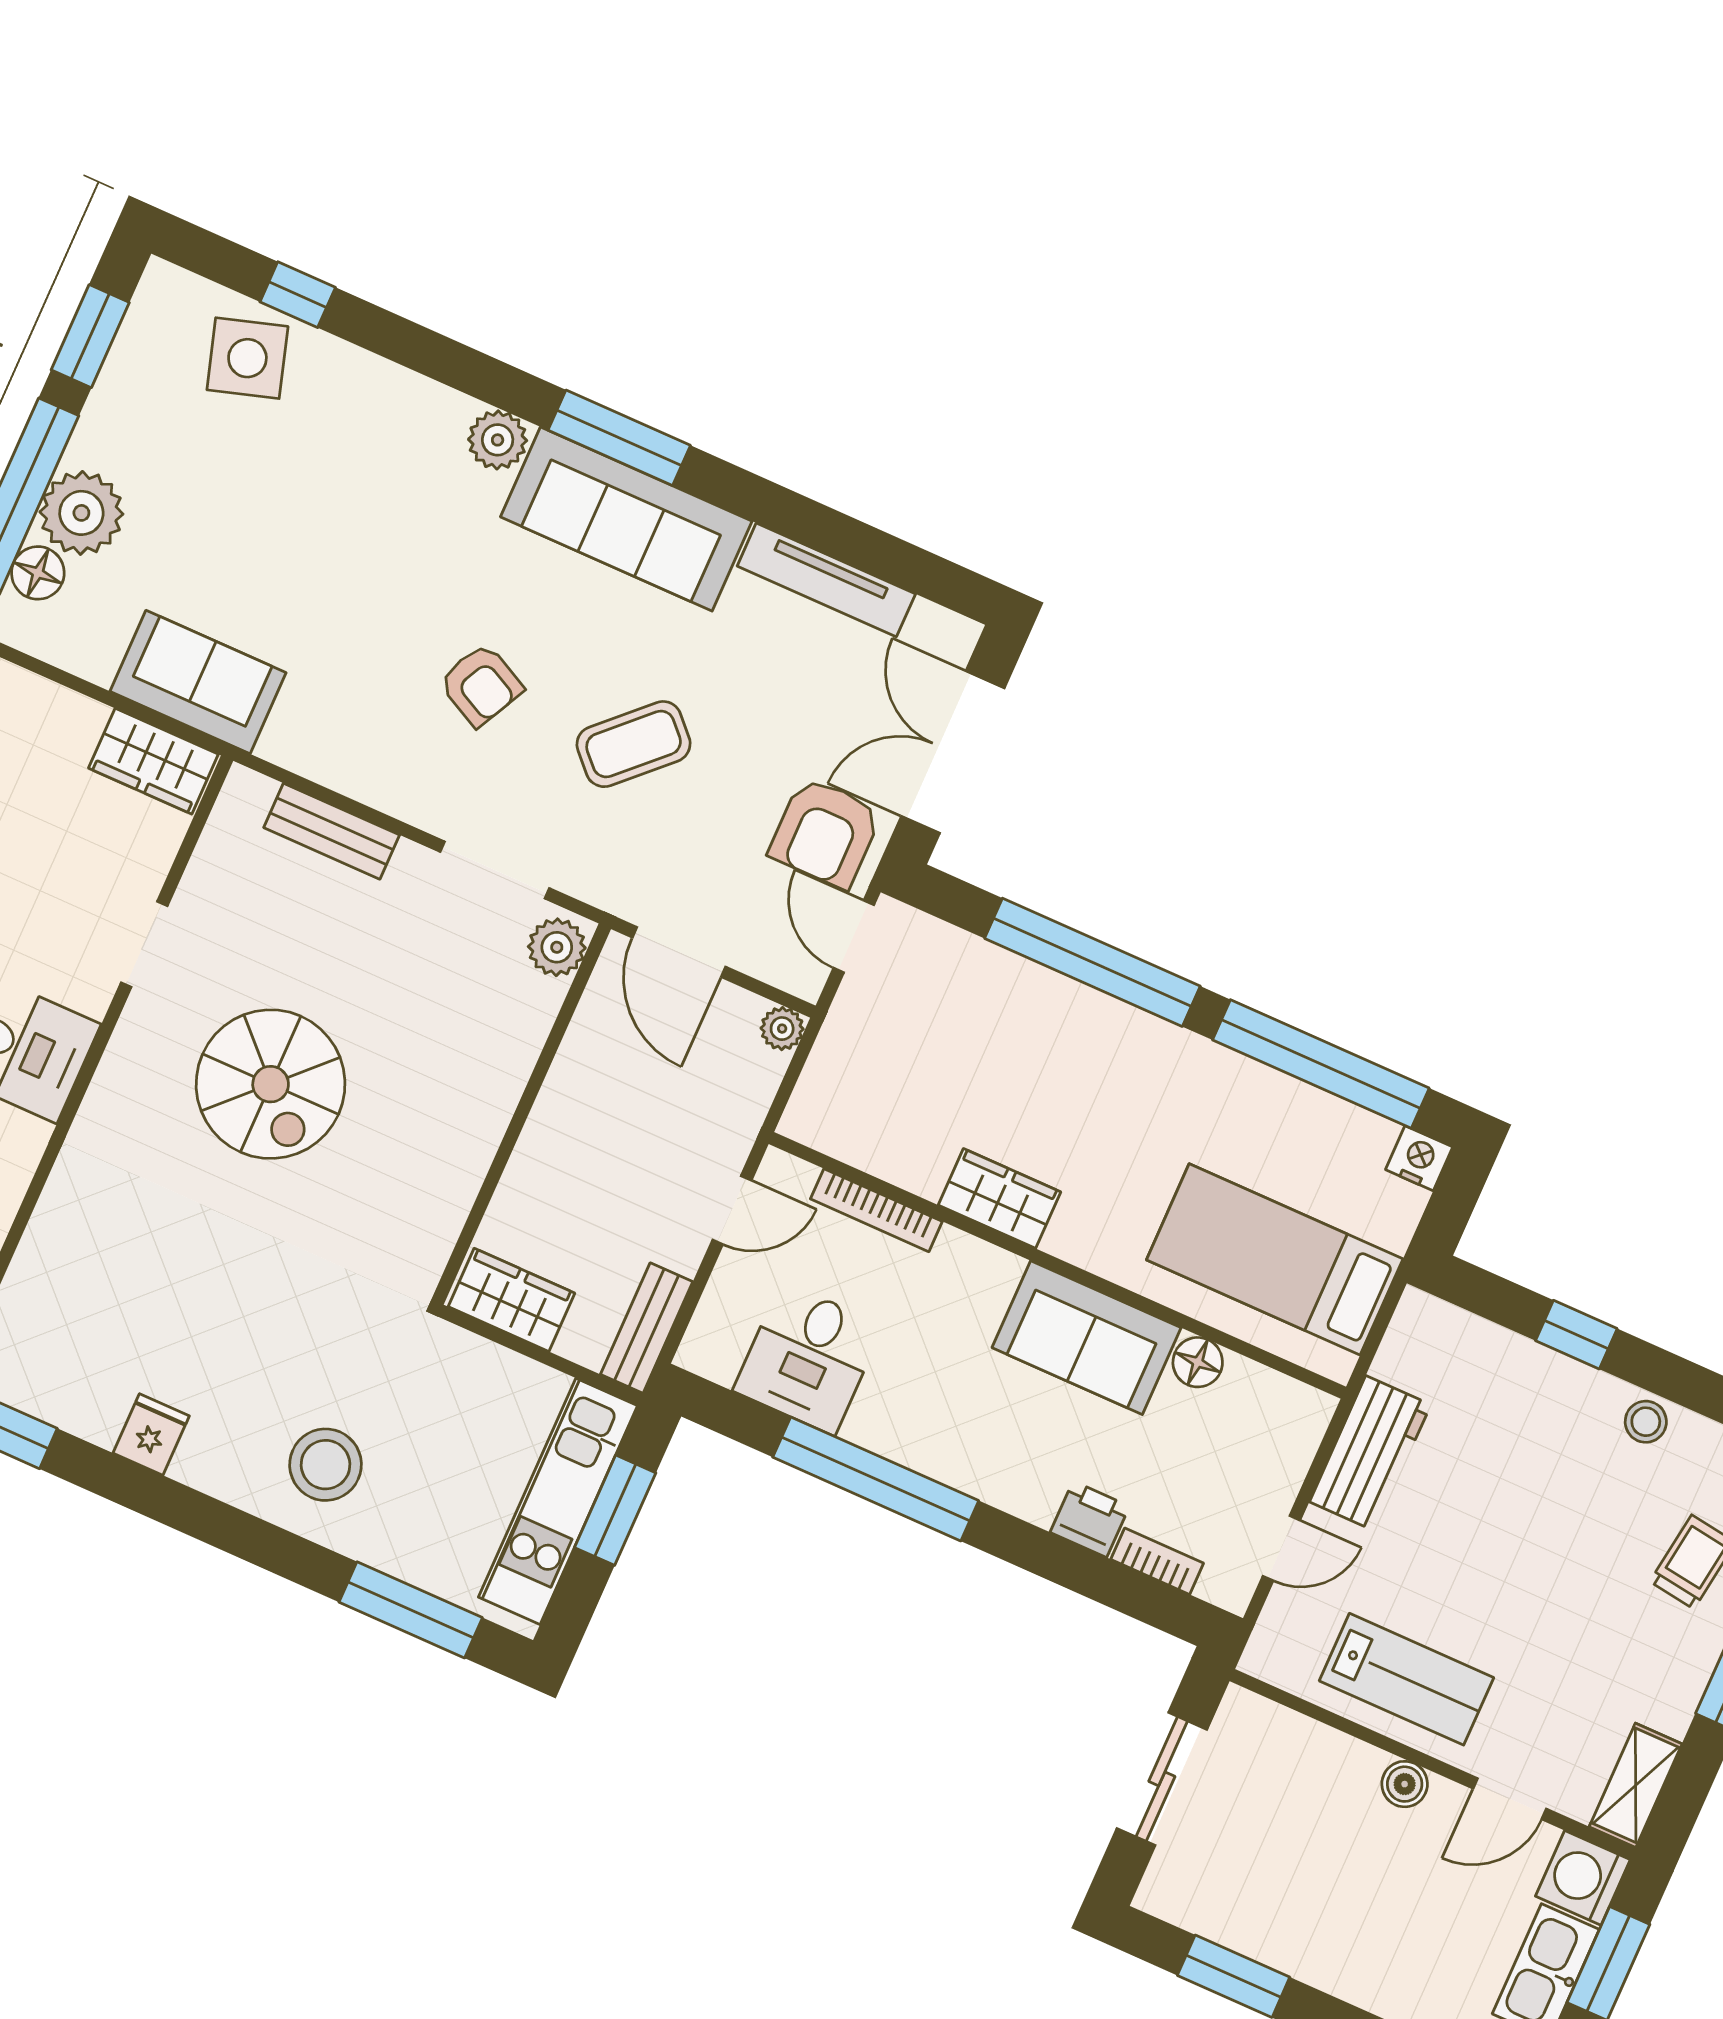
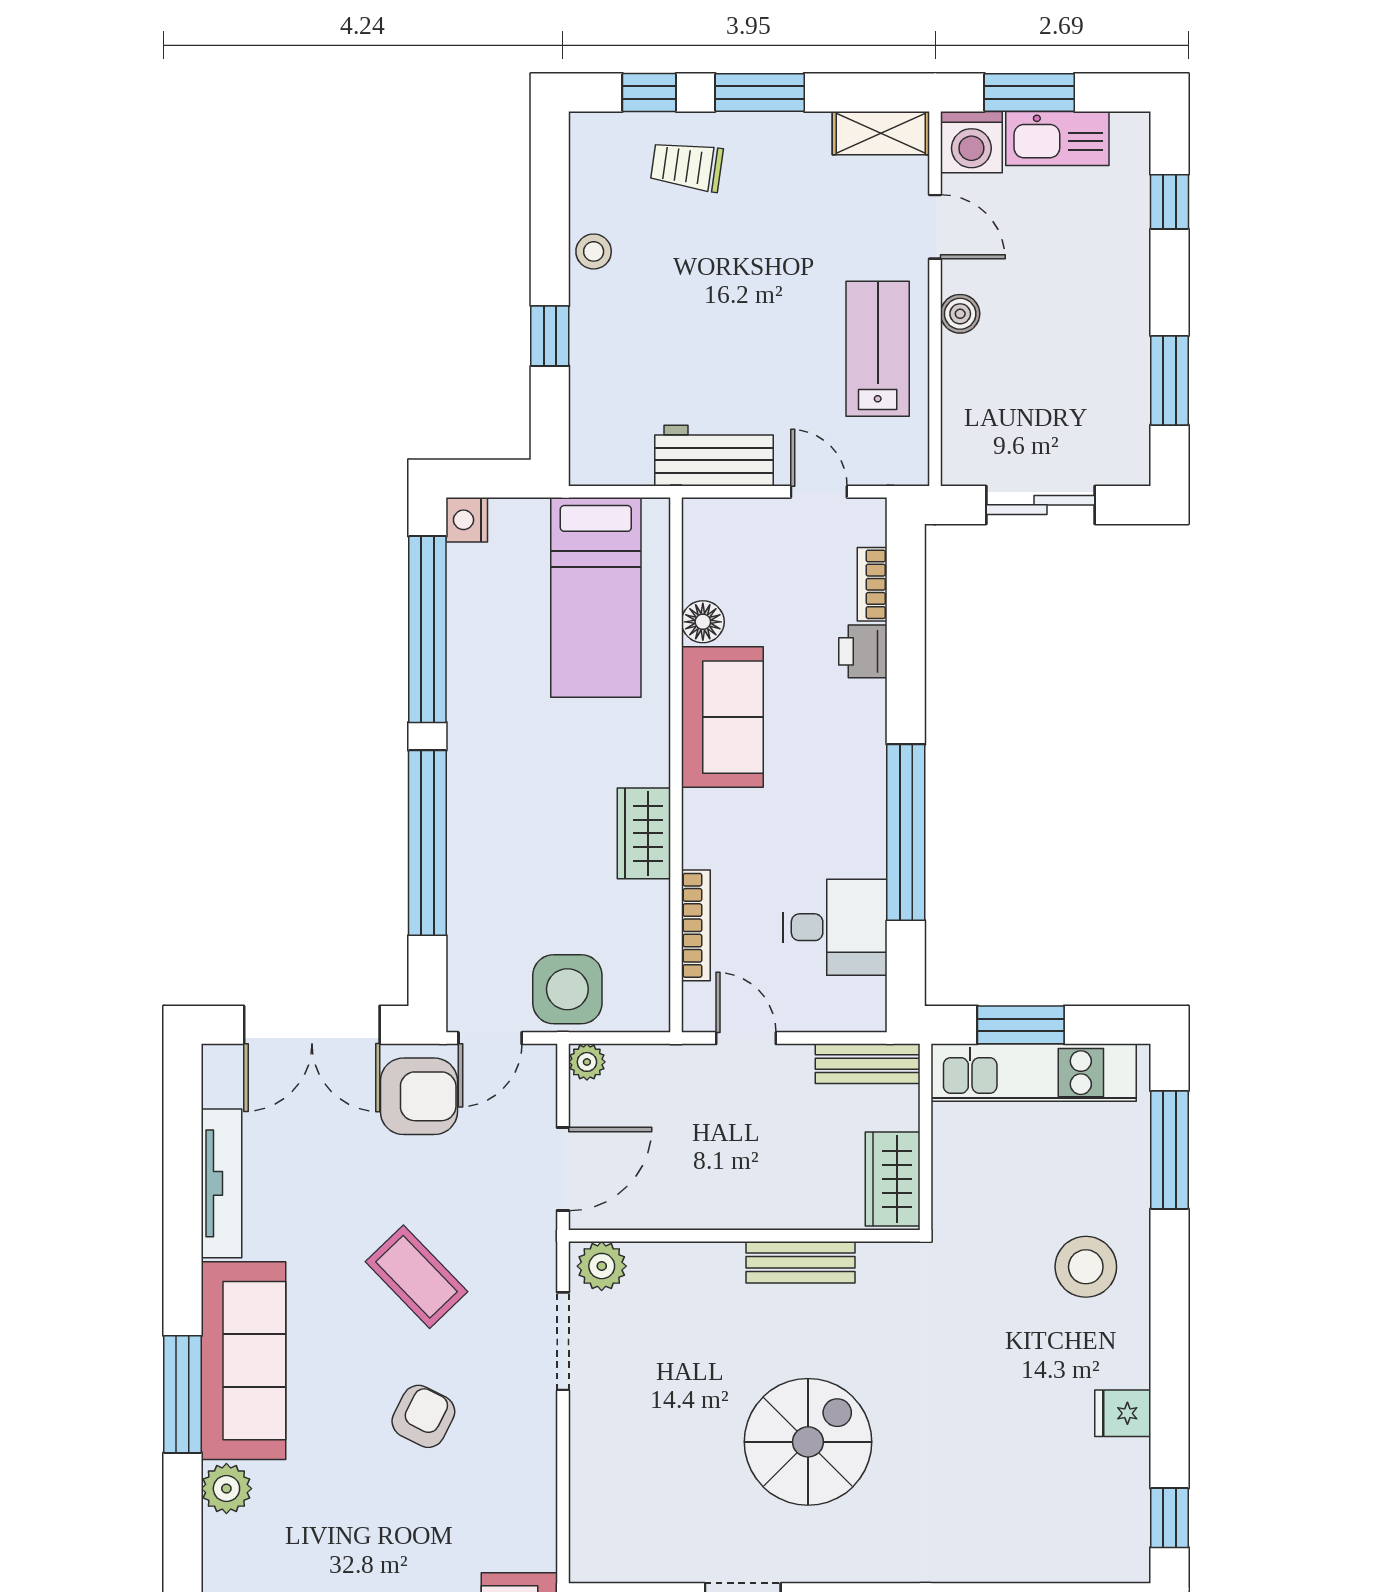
bench: (332, 831) -> (801, 1262), moved, turned 90
side table: (869, 1042) -> (567, 989), added

